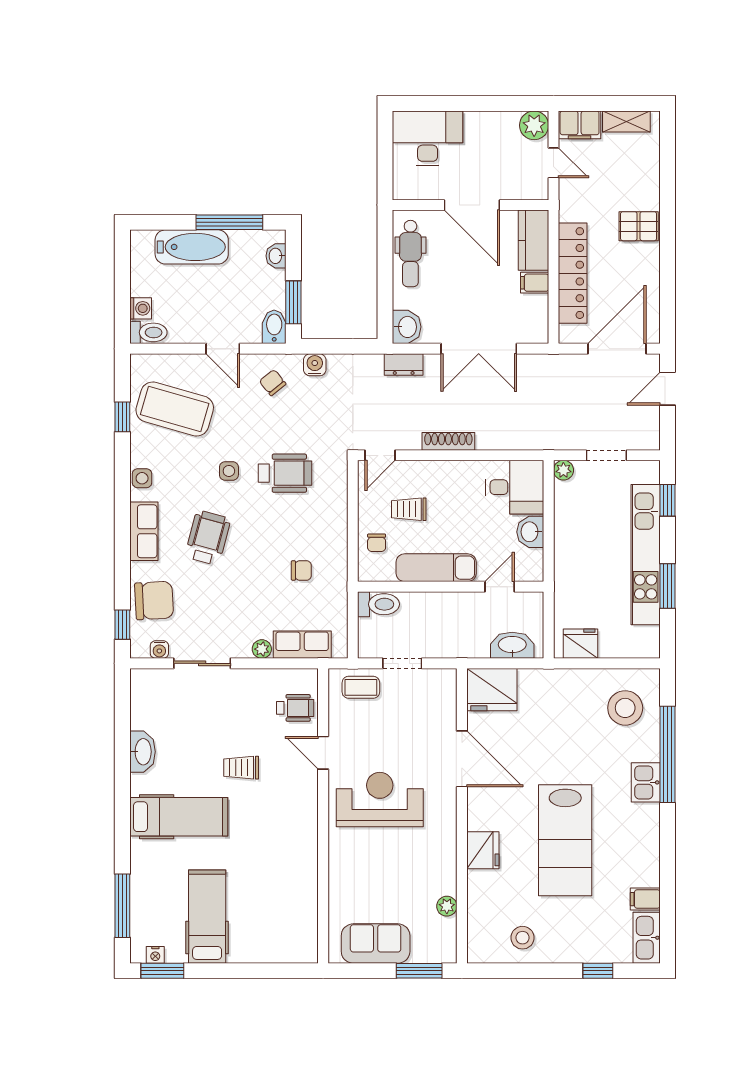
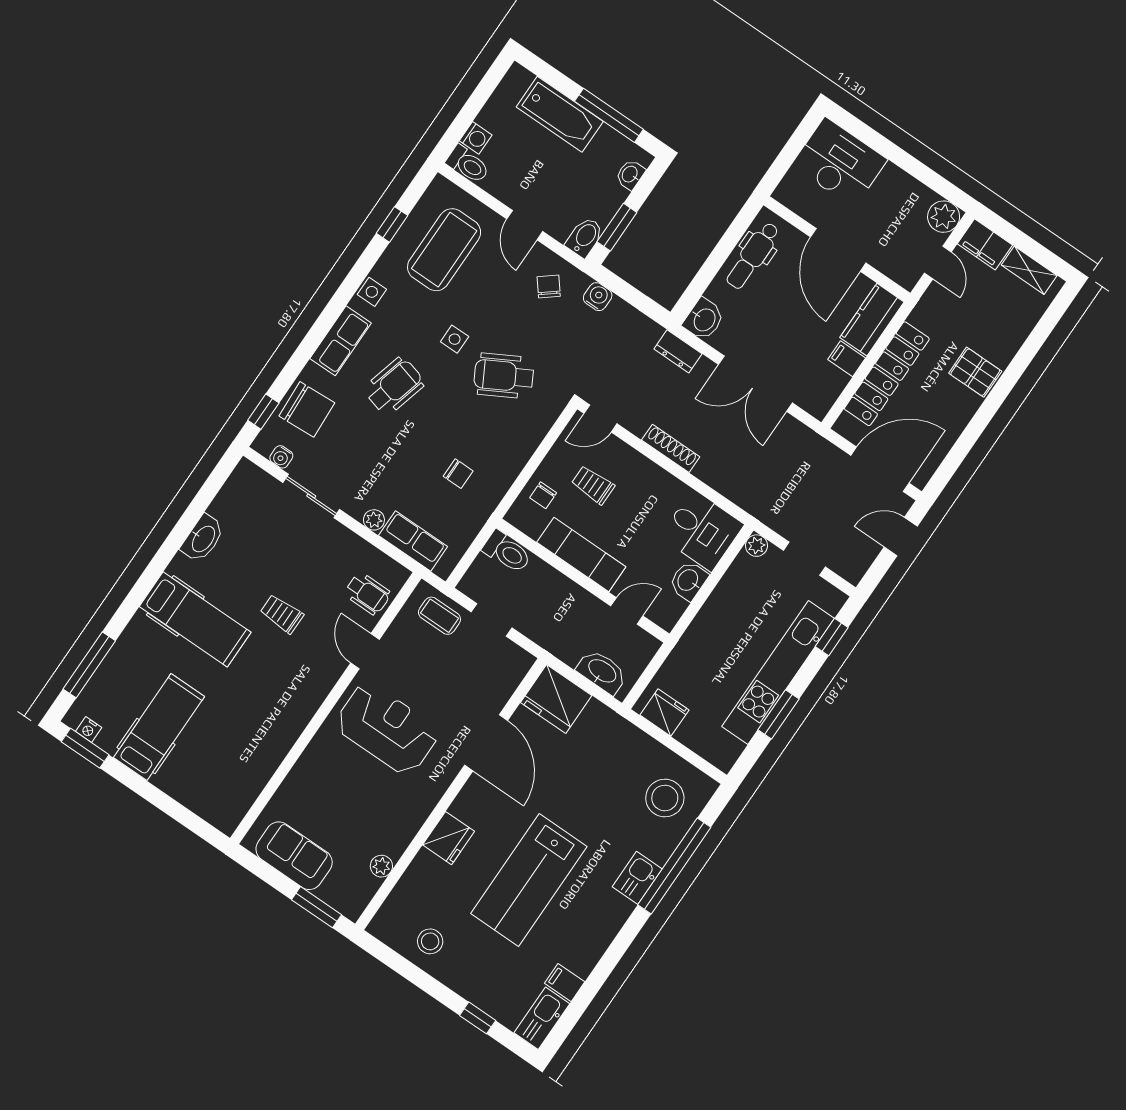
coffee table: (175, 409) -> (444, 250), turned 74
wheelchair: (285, 473) -> (504, 376), turned 151

